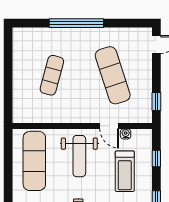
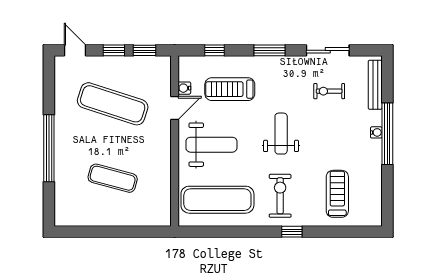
exercise mat: (113, 75) -> (113, 104), turned 36
window: (156, 76) -> (114, 50), added
treadmill: (125, 171) -> (230, 89), turned 180

